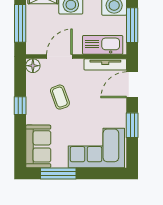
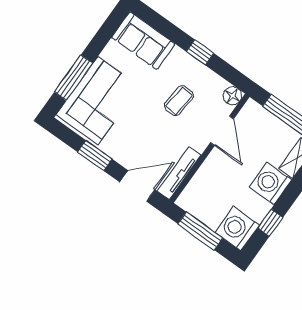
kitchen sink: (103, 45) -> (202, 185), removed
door: (132, 85) -> (137, 186), hinge flipped
coffee table: (60, 97) -> (179, 101), turned -65
window: (58, 174) -> (74, 78), moved

